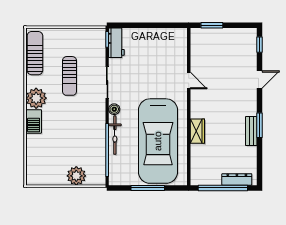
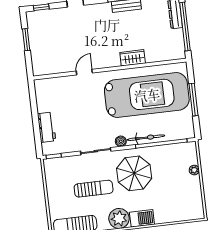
window: (212, 25) -> (26, 40), moved
workbench: (116, 43) -> (47, 127), moved, turned 90
parasol: (80, 119) -> (134, 173), added
plant: (76, 176) -> (194, 170), width x0.53, depth x0.53

